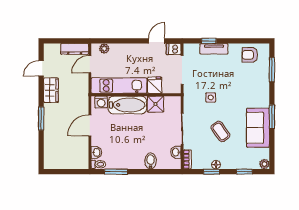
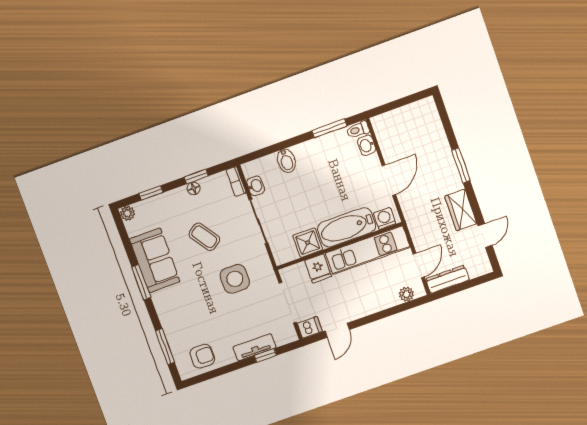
side table: (211, 97) -> (235, 279), width x1.87, depth x1.87

